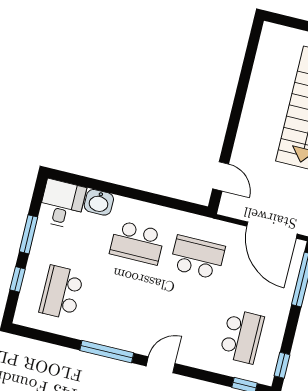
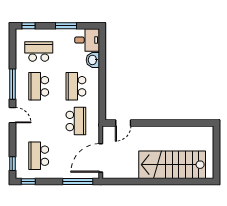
window: (17, 279) -> (28, 26), moved
school desk: (122, 307) -> (39, 86), added
school desk: (242, 336) -> (39, 156), turned 90

